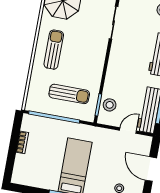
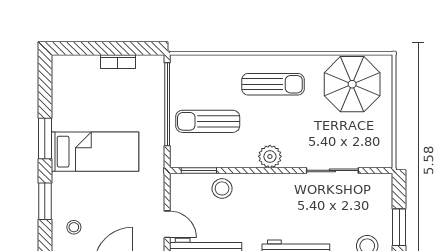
plant: (98, 60) -> (270, 156), added
sun lounger: (69, 94) -> (208, 121), turned 90
stool: (110, 105) -> (222, 188), moved

